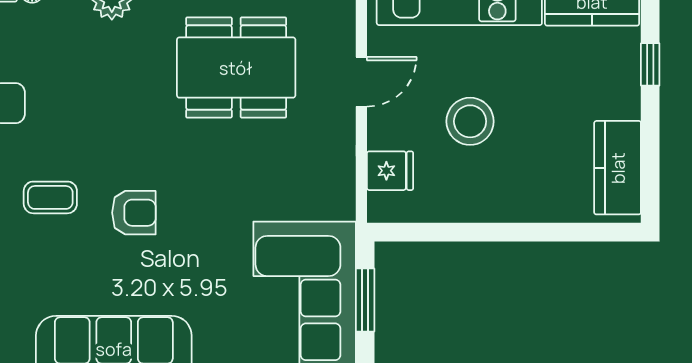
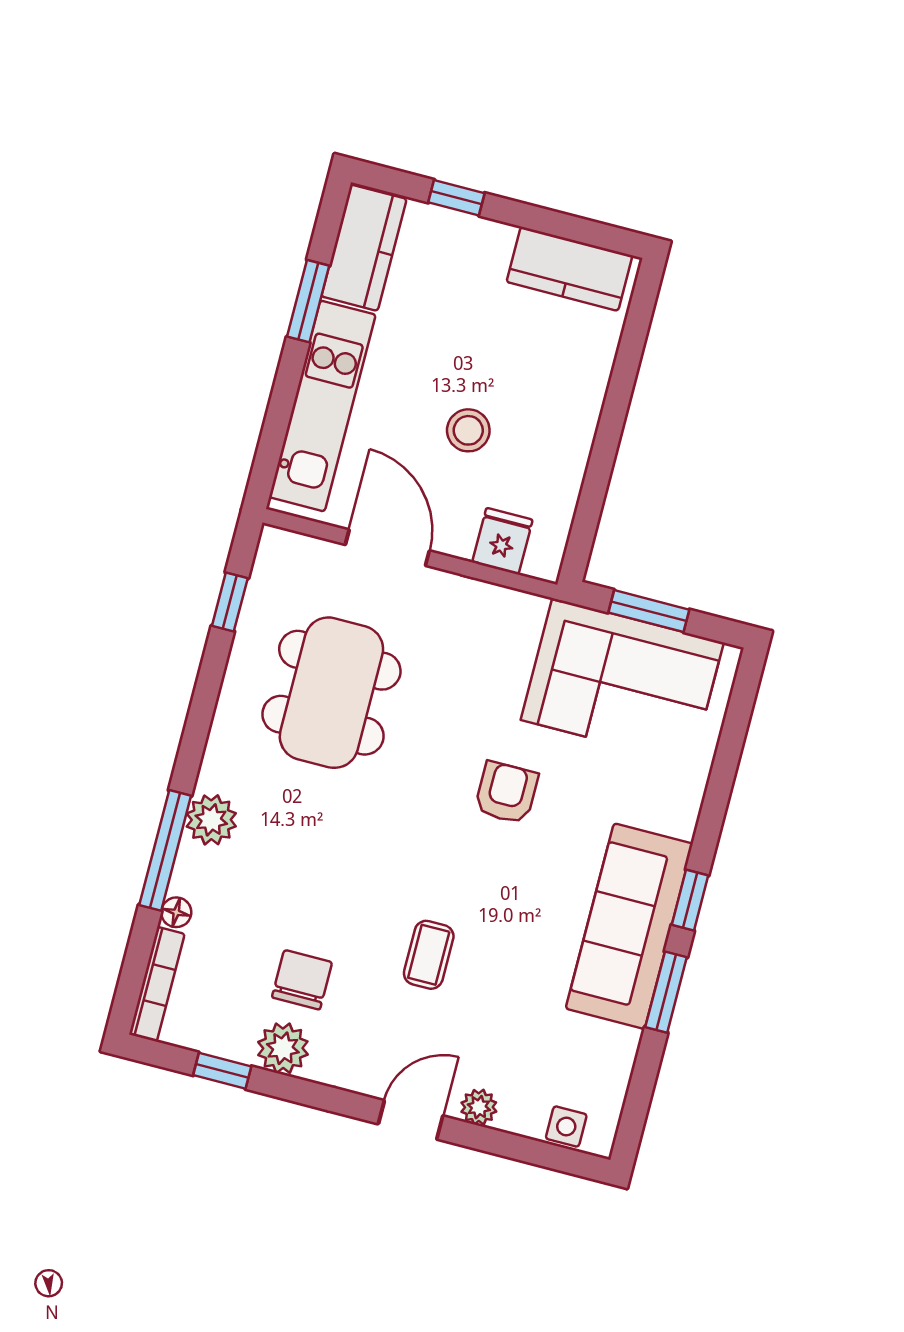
door: (361, 82) -> (387, 548), width x1.38
stool: (470, 121) -> (468, 430), width x0.73, depth x0.73
armchair: (134, 213) -> (506, 793), moved

